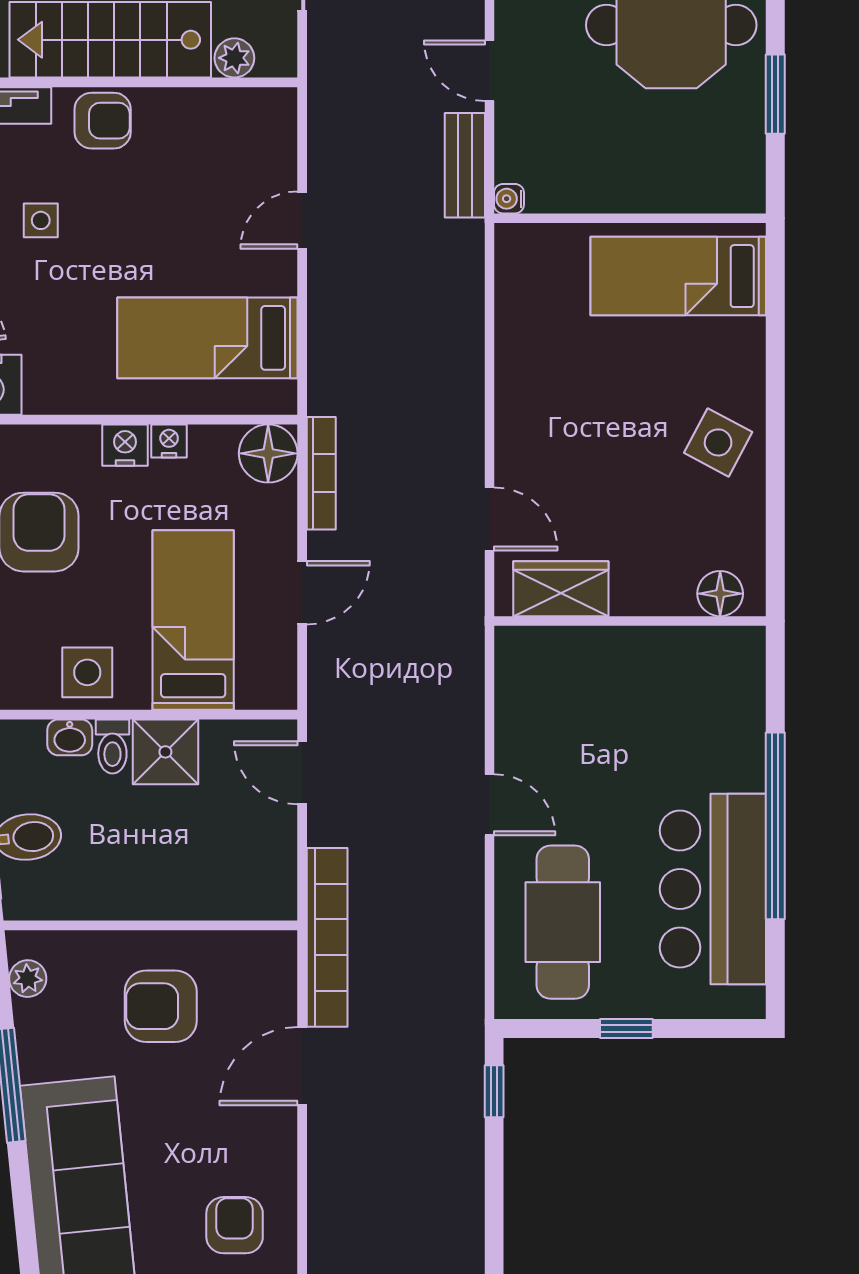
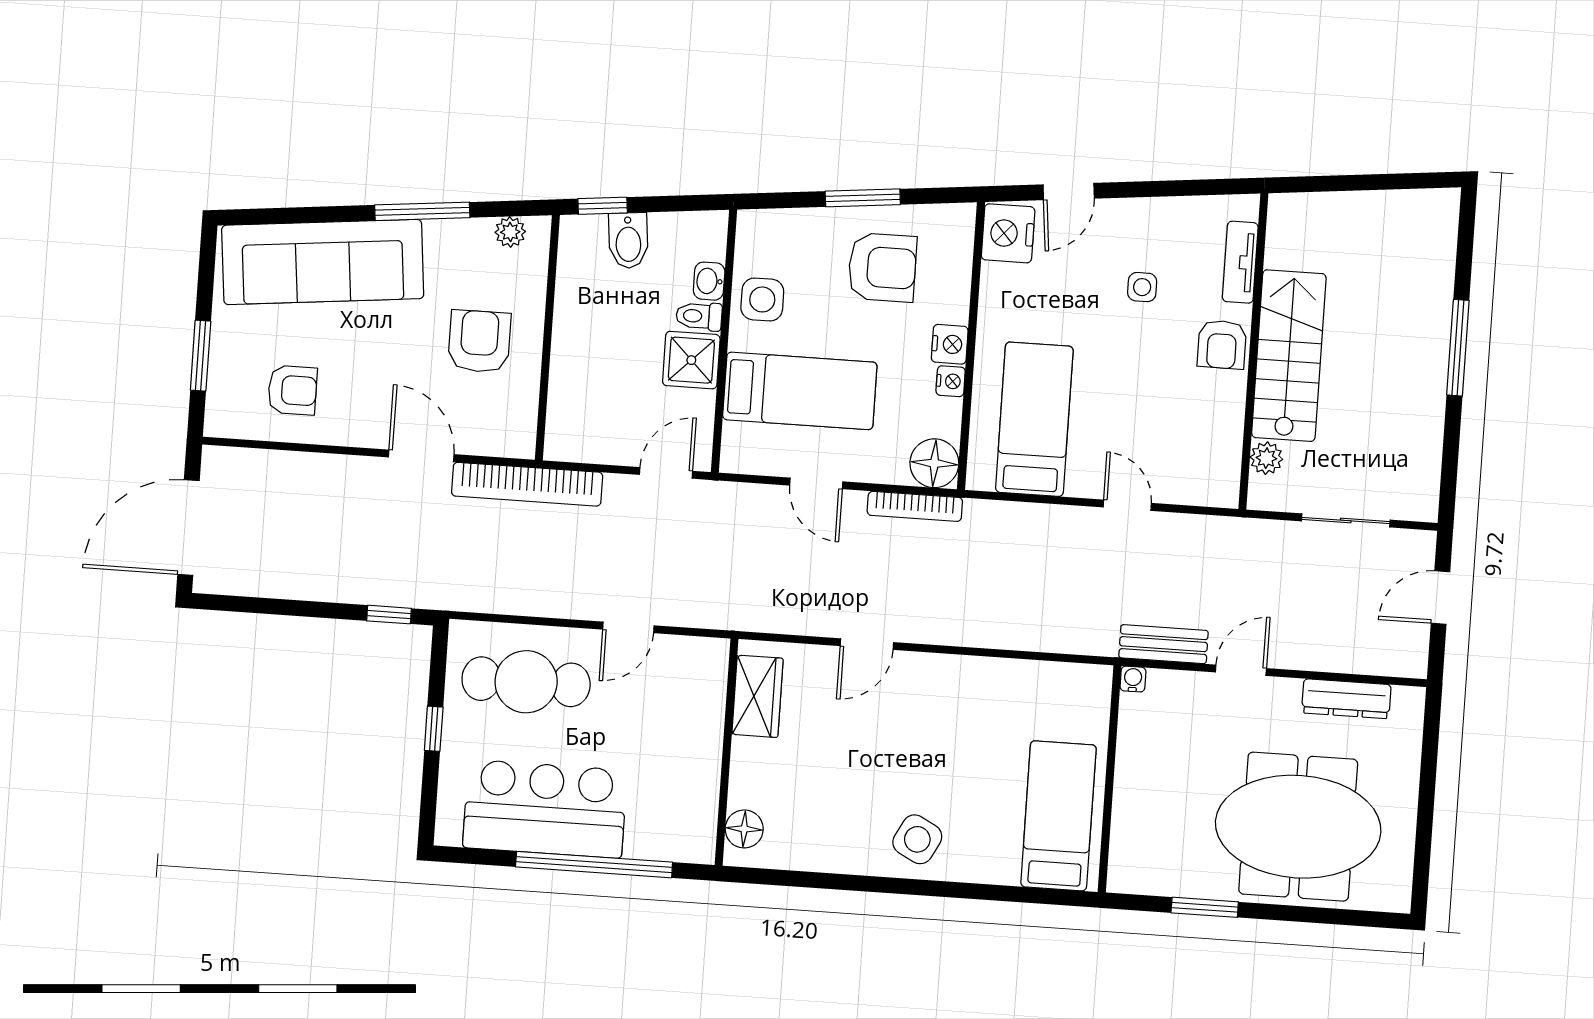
wardrobe: (561, 589) -> (758, 696), moved
floor lamp: (720, 594) -> (744, 829), moved
wall: (630, 621) -> (727, 752), moved

